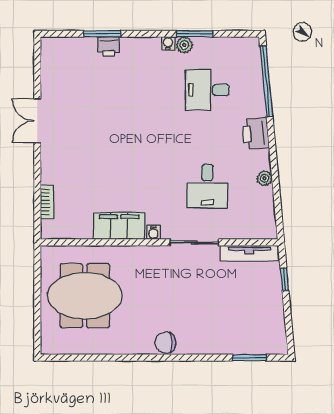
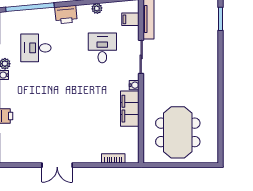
desk: (207, 90) -> (36, 48), turned 90
desk: (207, 186) -> (102, 48), turned -90
filing cabinet: (249, 227) -> (130, 19), added
chair: (165, 342) -> (210, 77), removed

